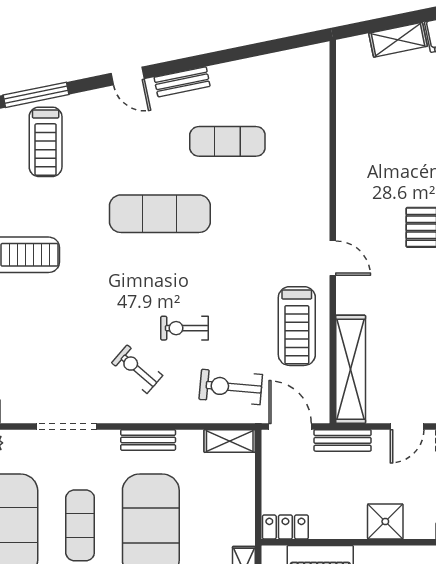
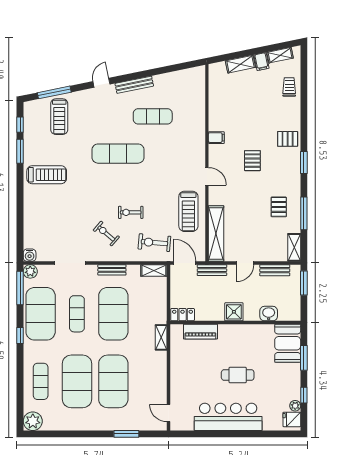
door: (128, 76) -> (101, 83), swing flipped
bench: (182, 82) -> (134, 85), width x1.36
filing cabinet: (351, 183) -> (216, 138), added

